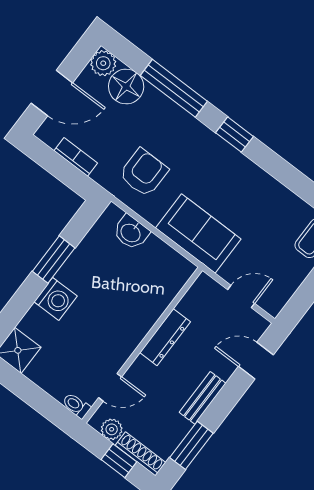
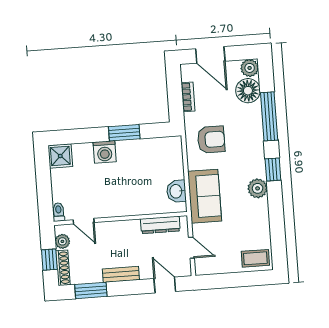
plant: (240, 169) -> (258, 188), added
washbasin: (131, 232) -> (176, 191), moved
dresser: (165, 337) -> (160, 225), moved

